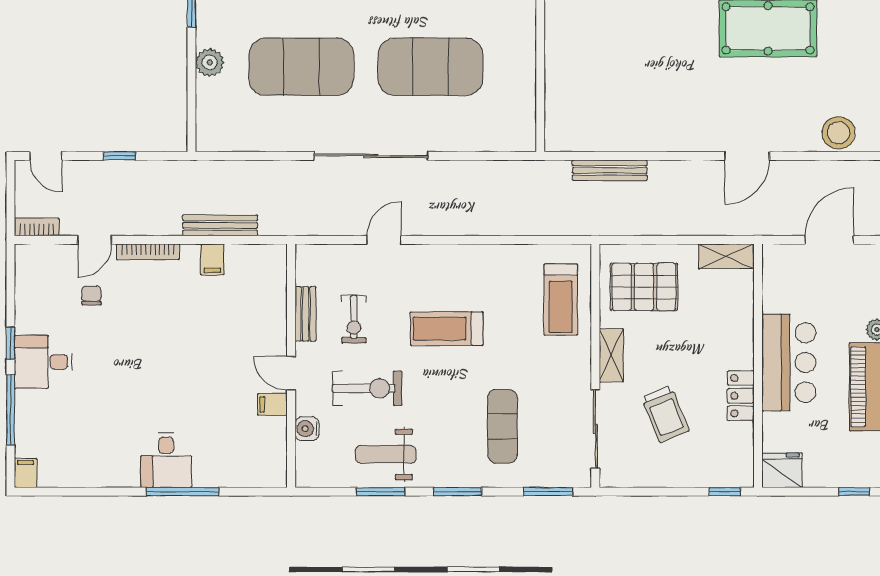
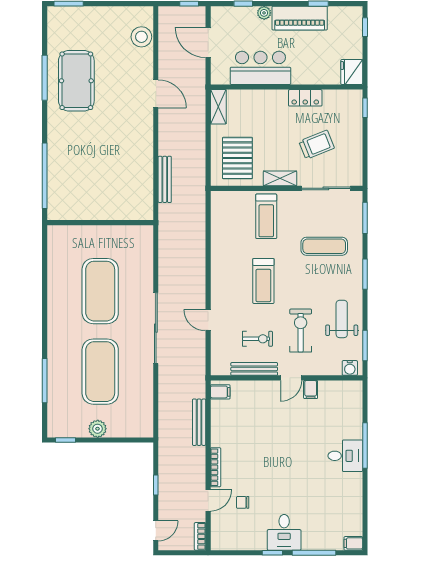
door: (95, 240) -> (208, 500), hinge flipped
filing cabinet: (212, 259) -> (220, 392), moved
treadmill: (561, 300) -> (266, 216), moved, turned 90
bench: (306, 314) -> (254, 369), width x1.36
bar counter: (789, 362) -> (260, 68), moved
water cooler: (307, 429) -> (350, 368), moved
weight bench: (386, 454) -> (342, 319), turned 180
window: (381, 492) -> (365, 346), moved

